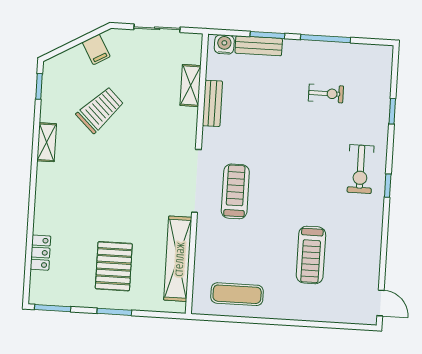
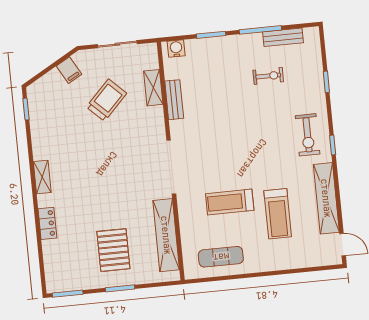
bench: (259, 46) -> (283, 37), moved
trolley: (100, 110) -> (106, 100), moved
shelving: (47, 142) -> (42, 177), moved
treadmill: (235, 191) -> (230, 202), moved, turned -90
shelving: (370, 246) -> (326, 198), added
locker: (40, 253) -> (47, 223), moved

